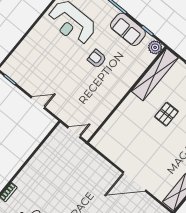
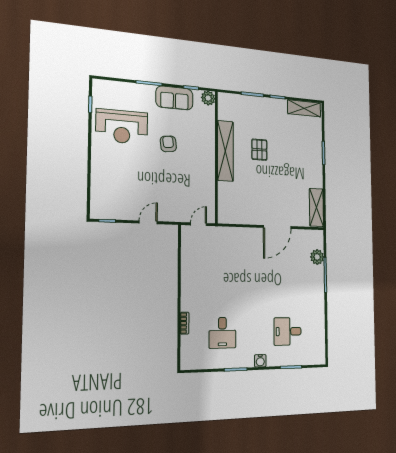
armchair: (97, 59) -> (168, 144), turned 83
shelving: (155, 74) -> (225, 151), moved

